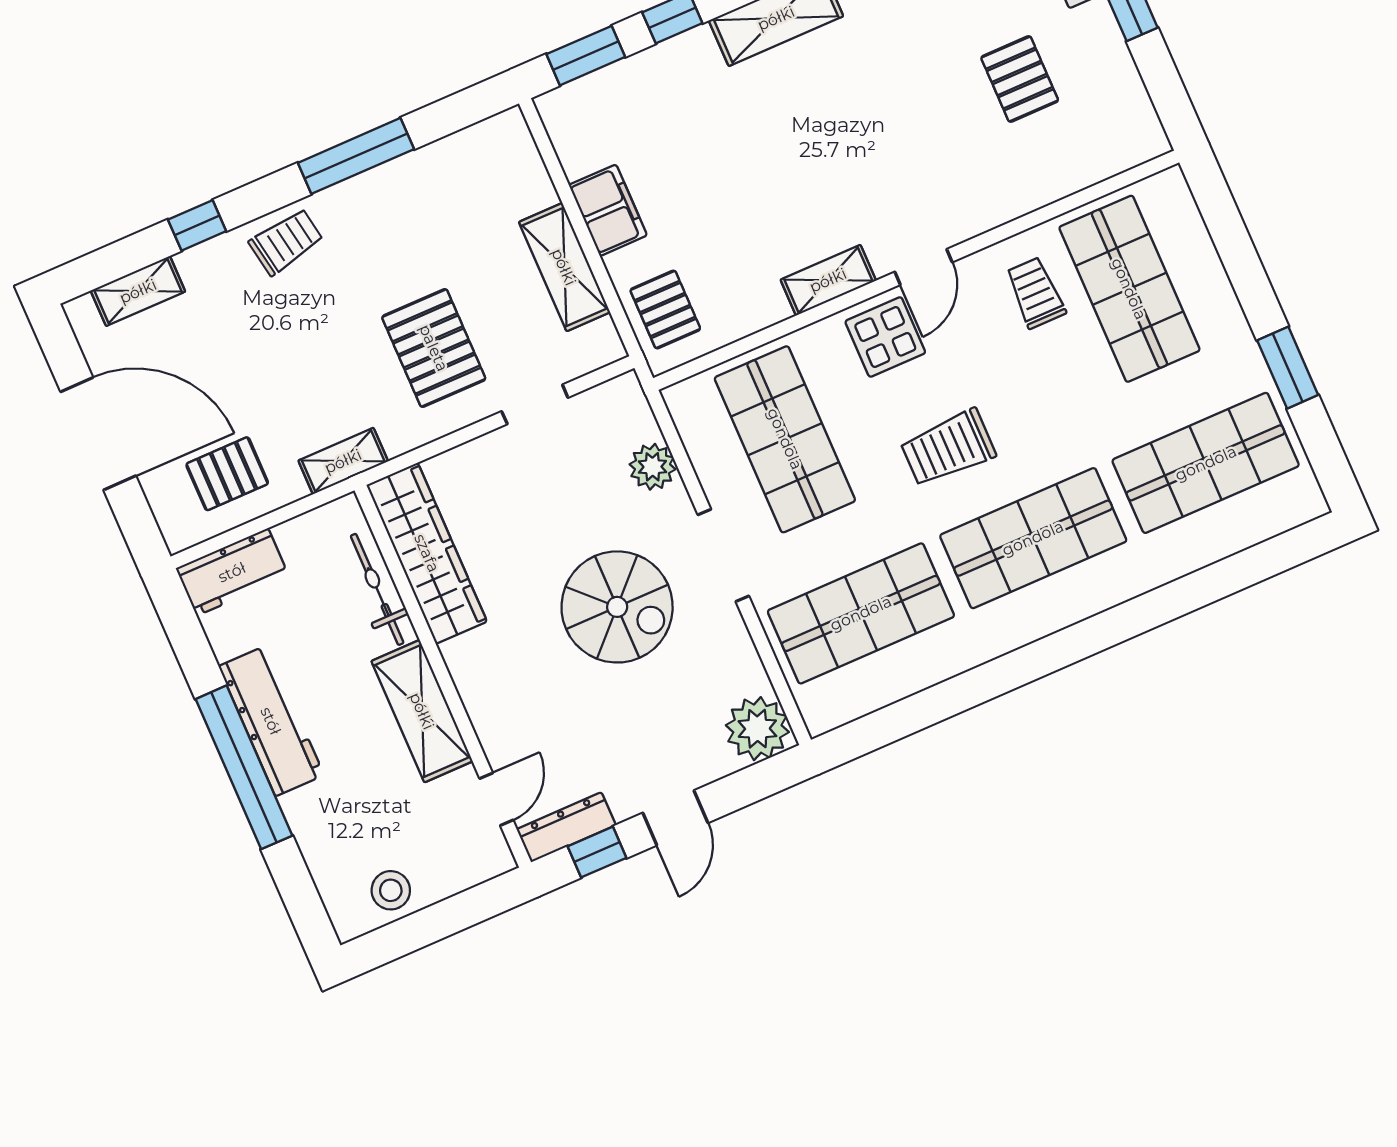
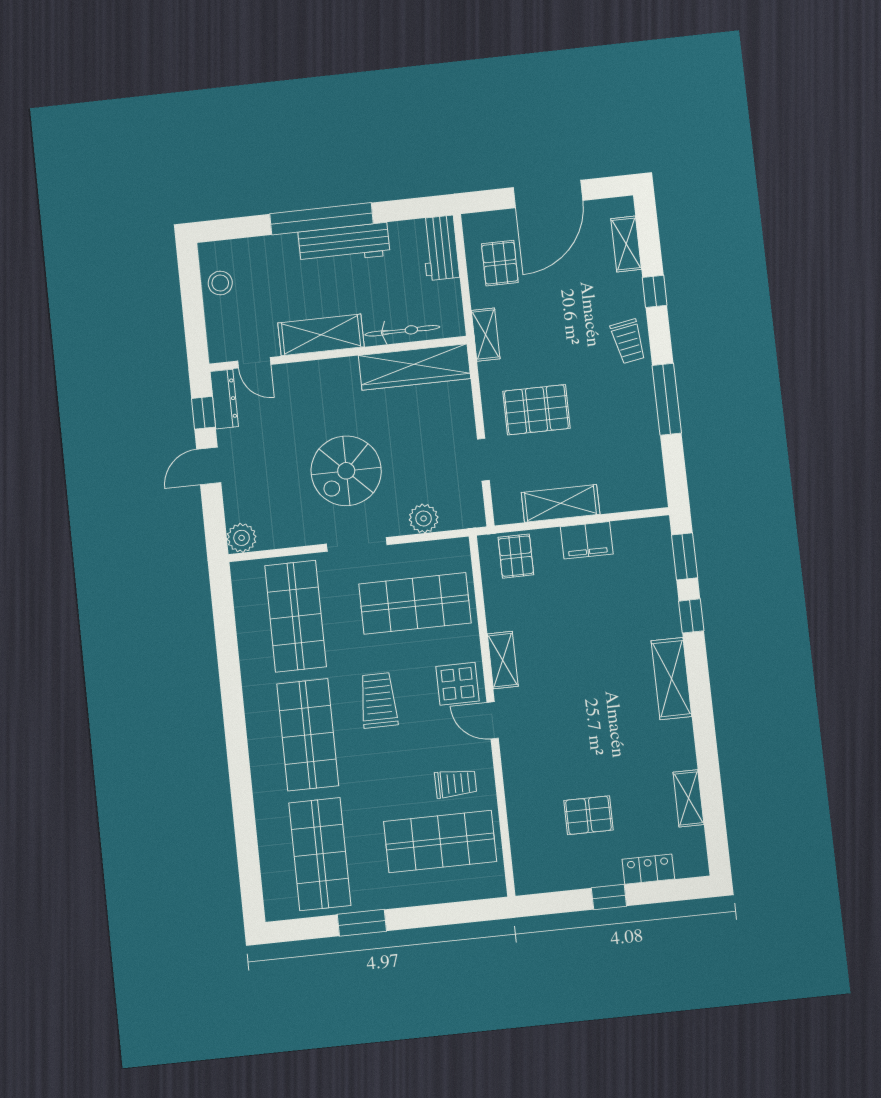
pallet: (665, 310) -> (516, 556), turned 90
plant: (757, 729) -> (242, 538), width x0.73, depth x0.73
door: (675, 818) -> (209, 466), hinge flipped

